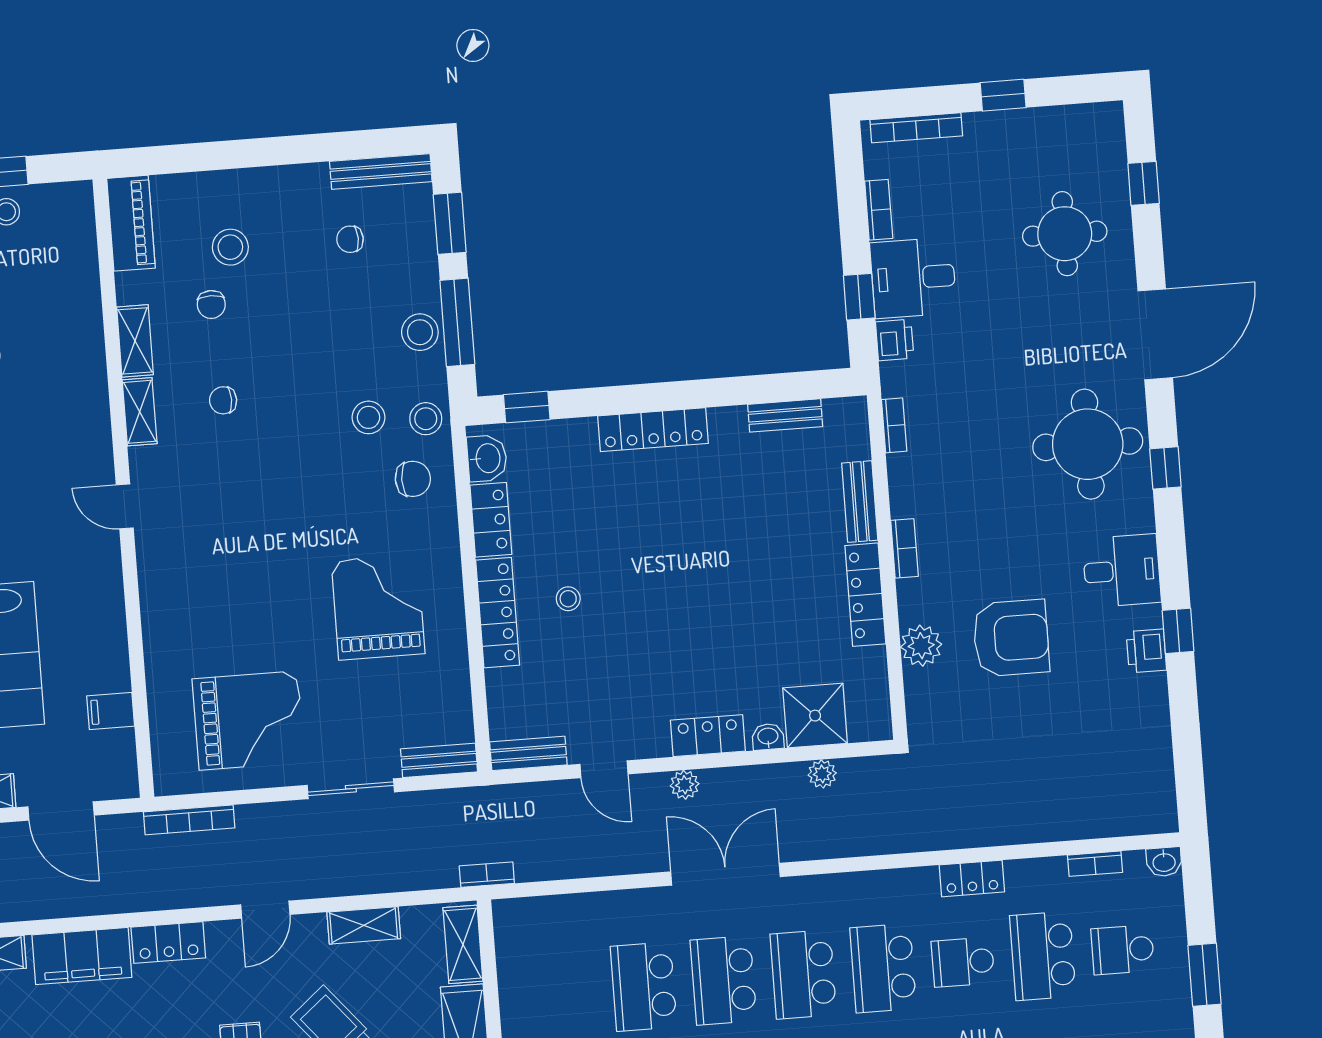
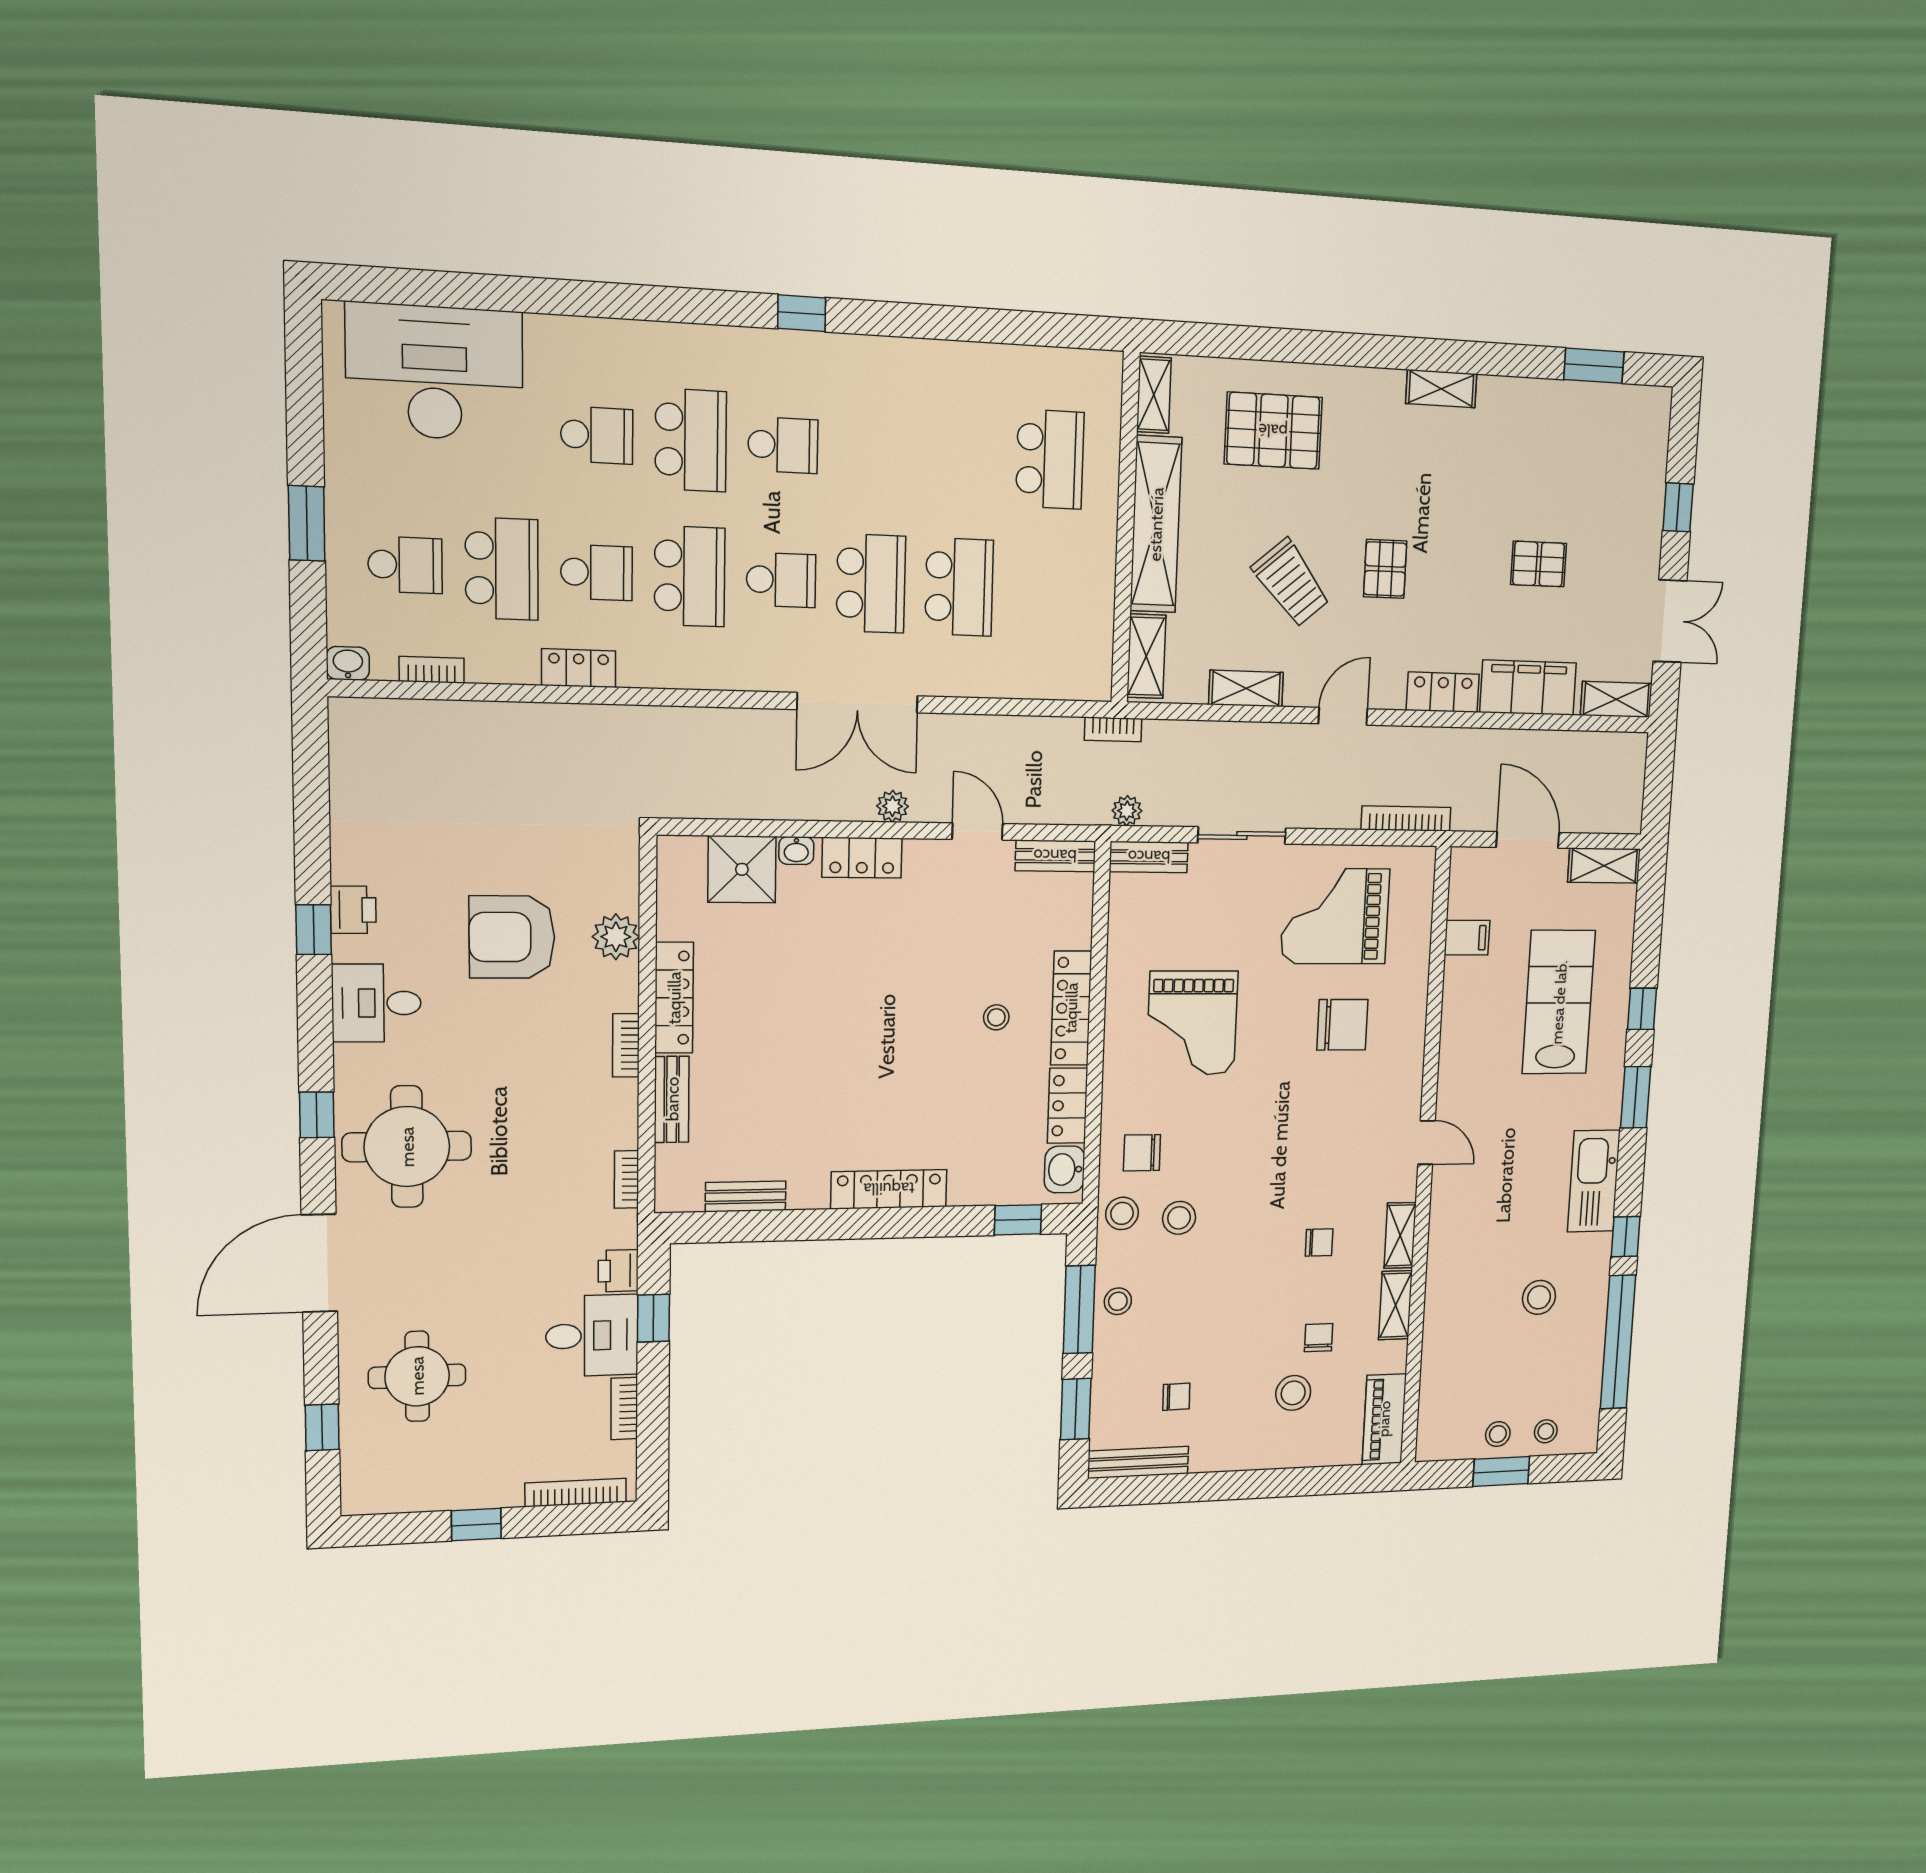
stool: (420, 332) -> (1118, 1301), width x0.73, depth x0.73
chair: (227, 616) -> (1342, 1025), added
plant: (822, 774) -> (1127, 811), moved
school desk: (803, 974) -> (781, 580), width x0.54

